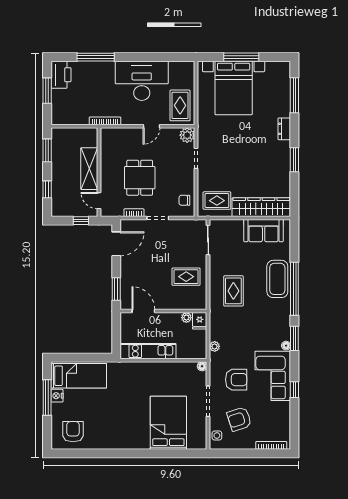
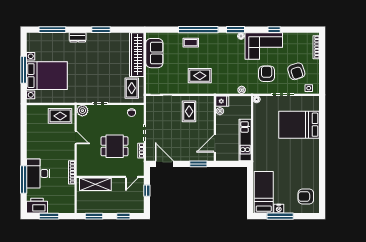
desk: (142, 81) -> (38, 173), moved, width x0.73, depth x0.77
shelving: (89, 169) -> (95, 184), moved
coffee table: (277, 279) -> (191, 43), width x0.54, depth x0.58

